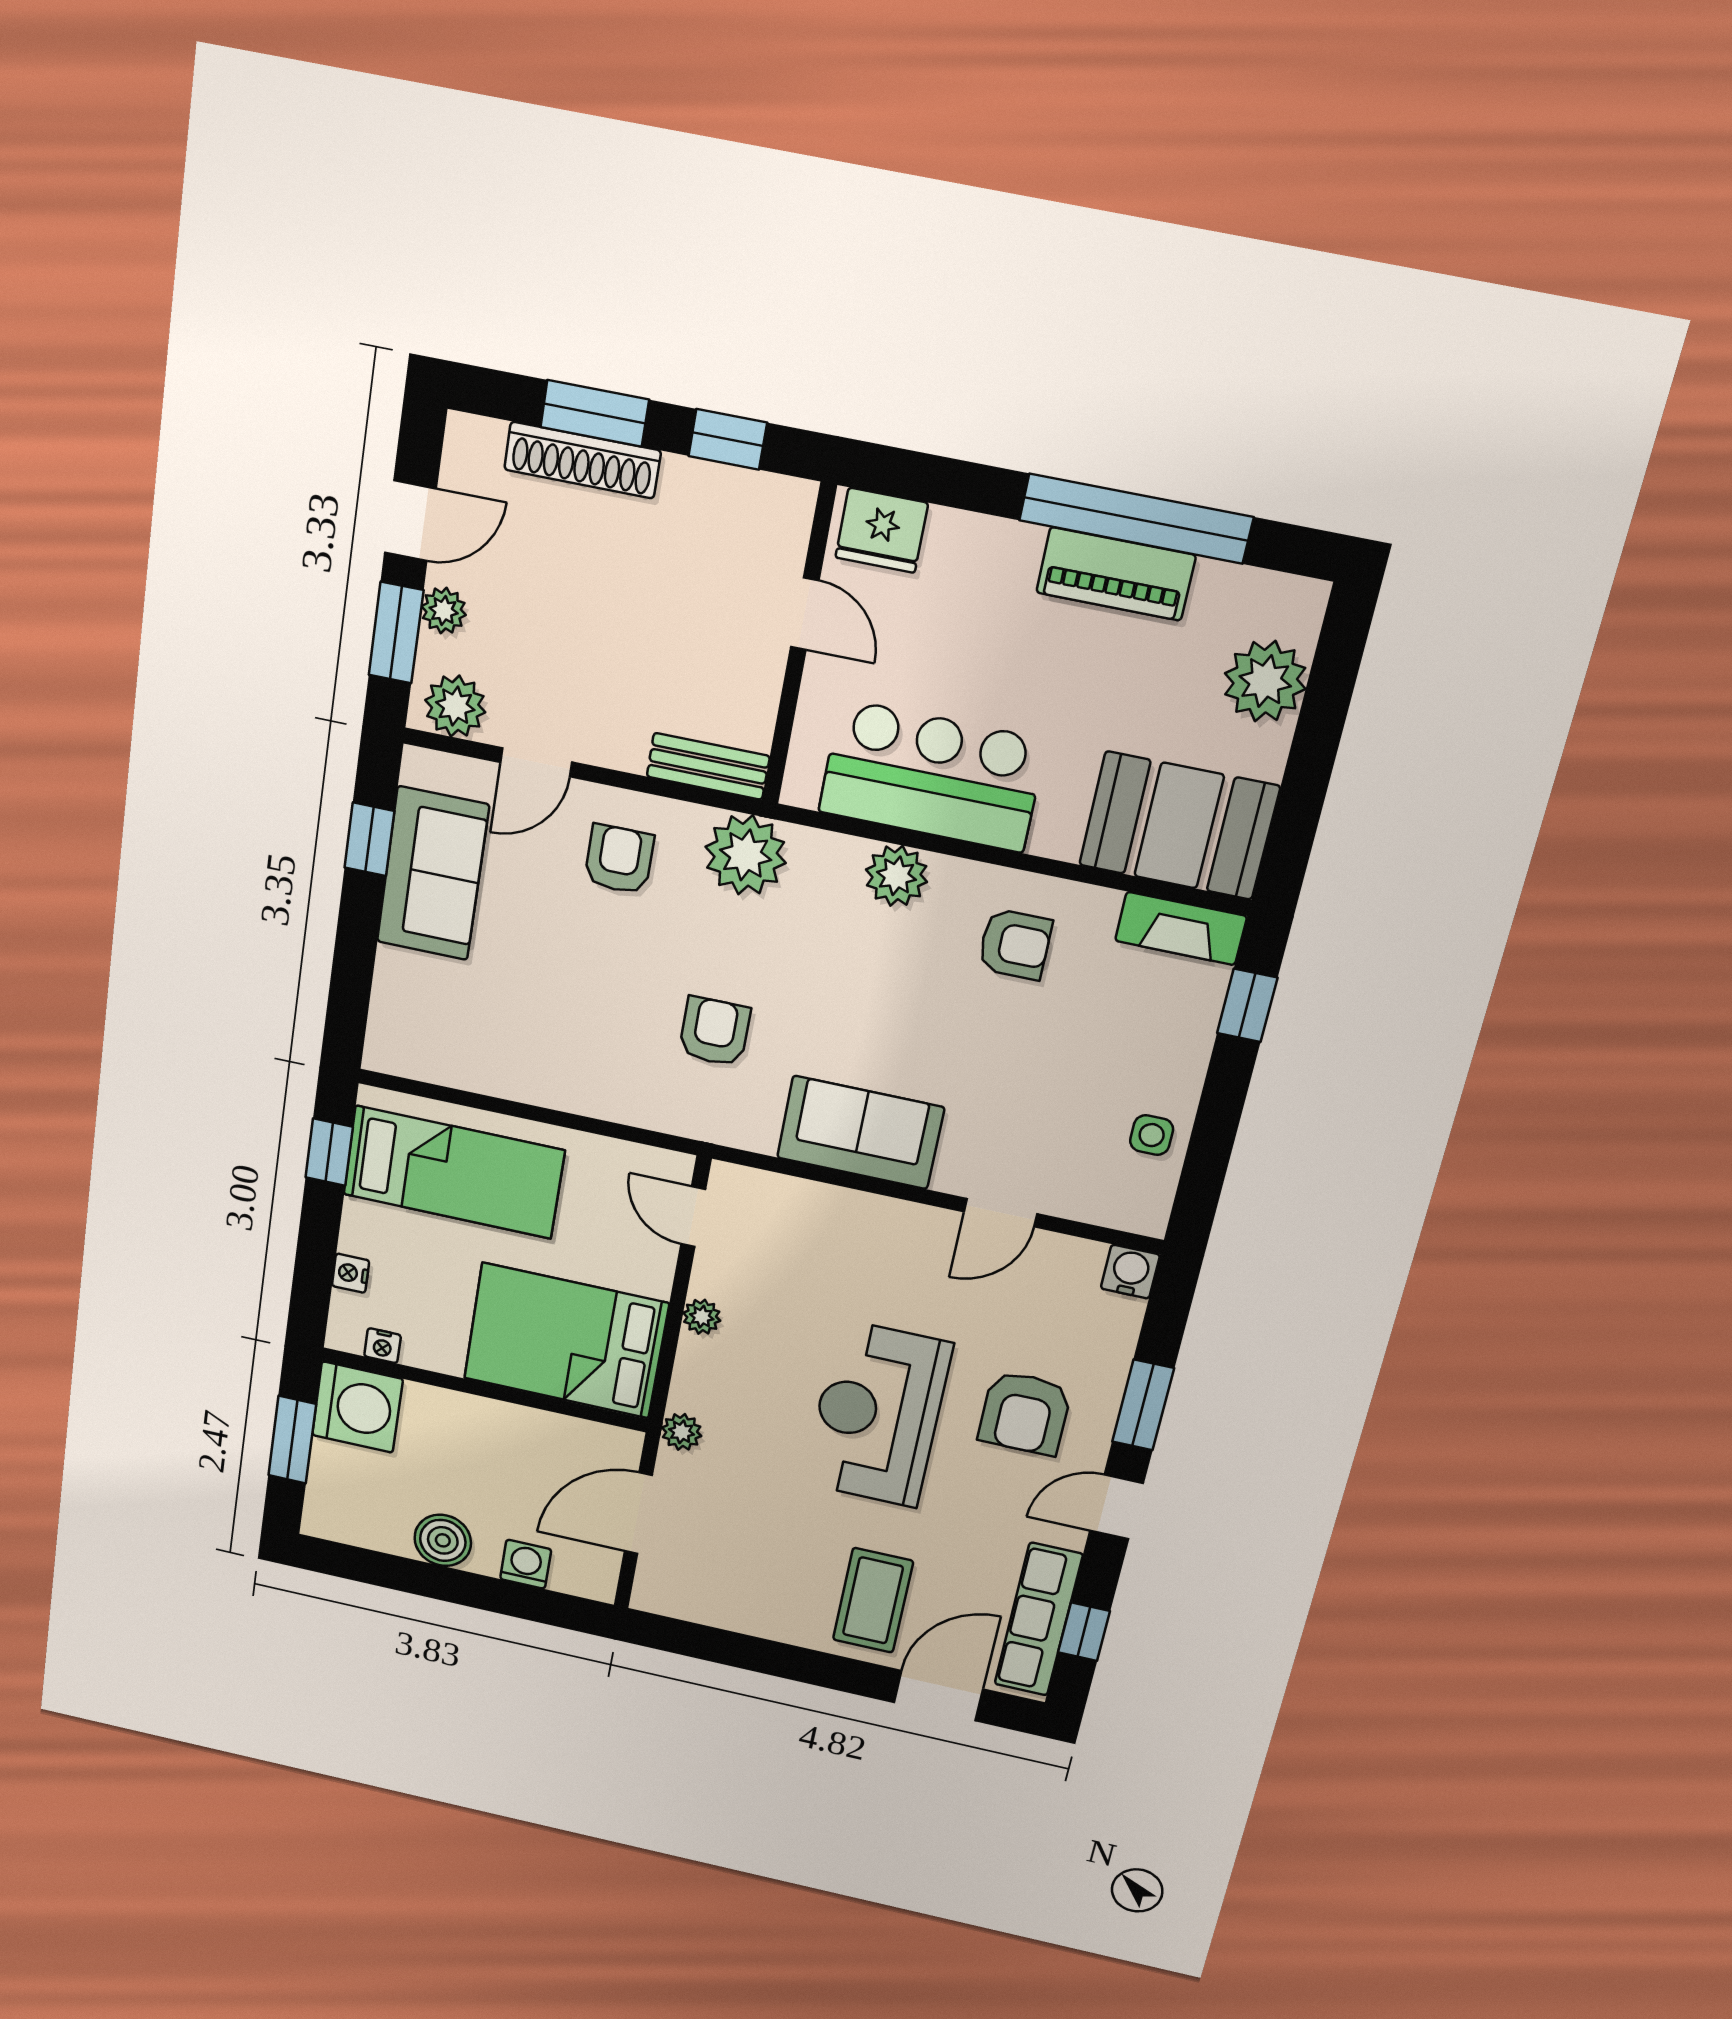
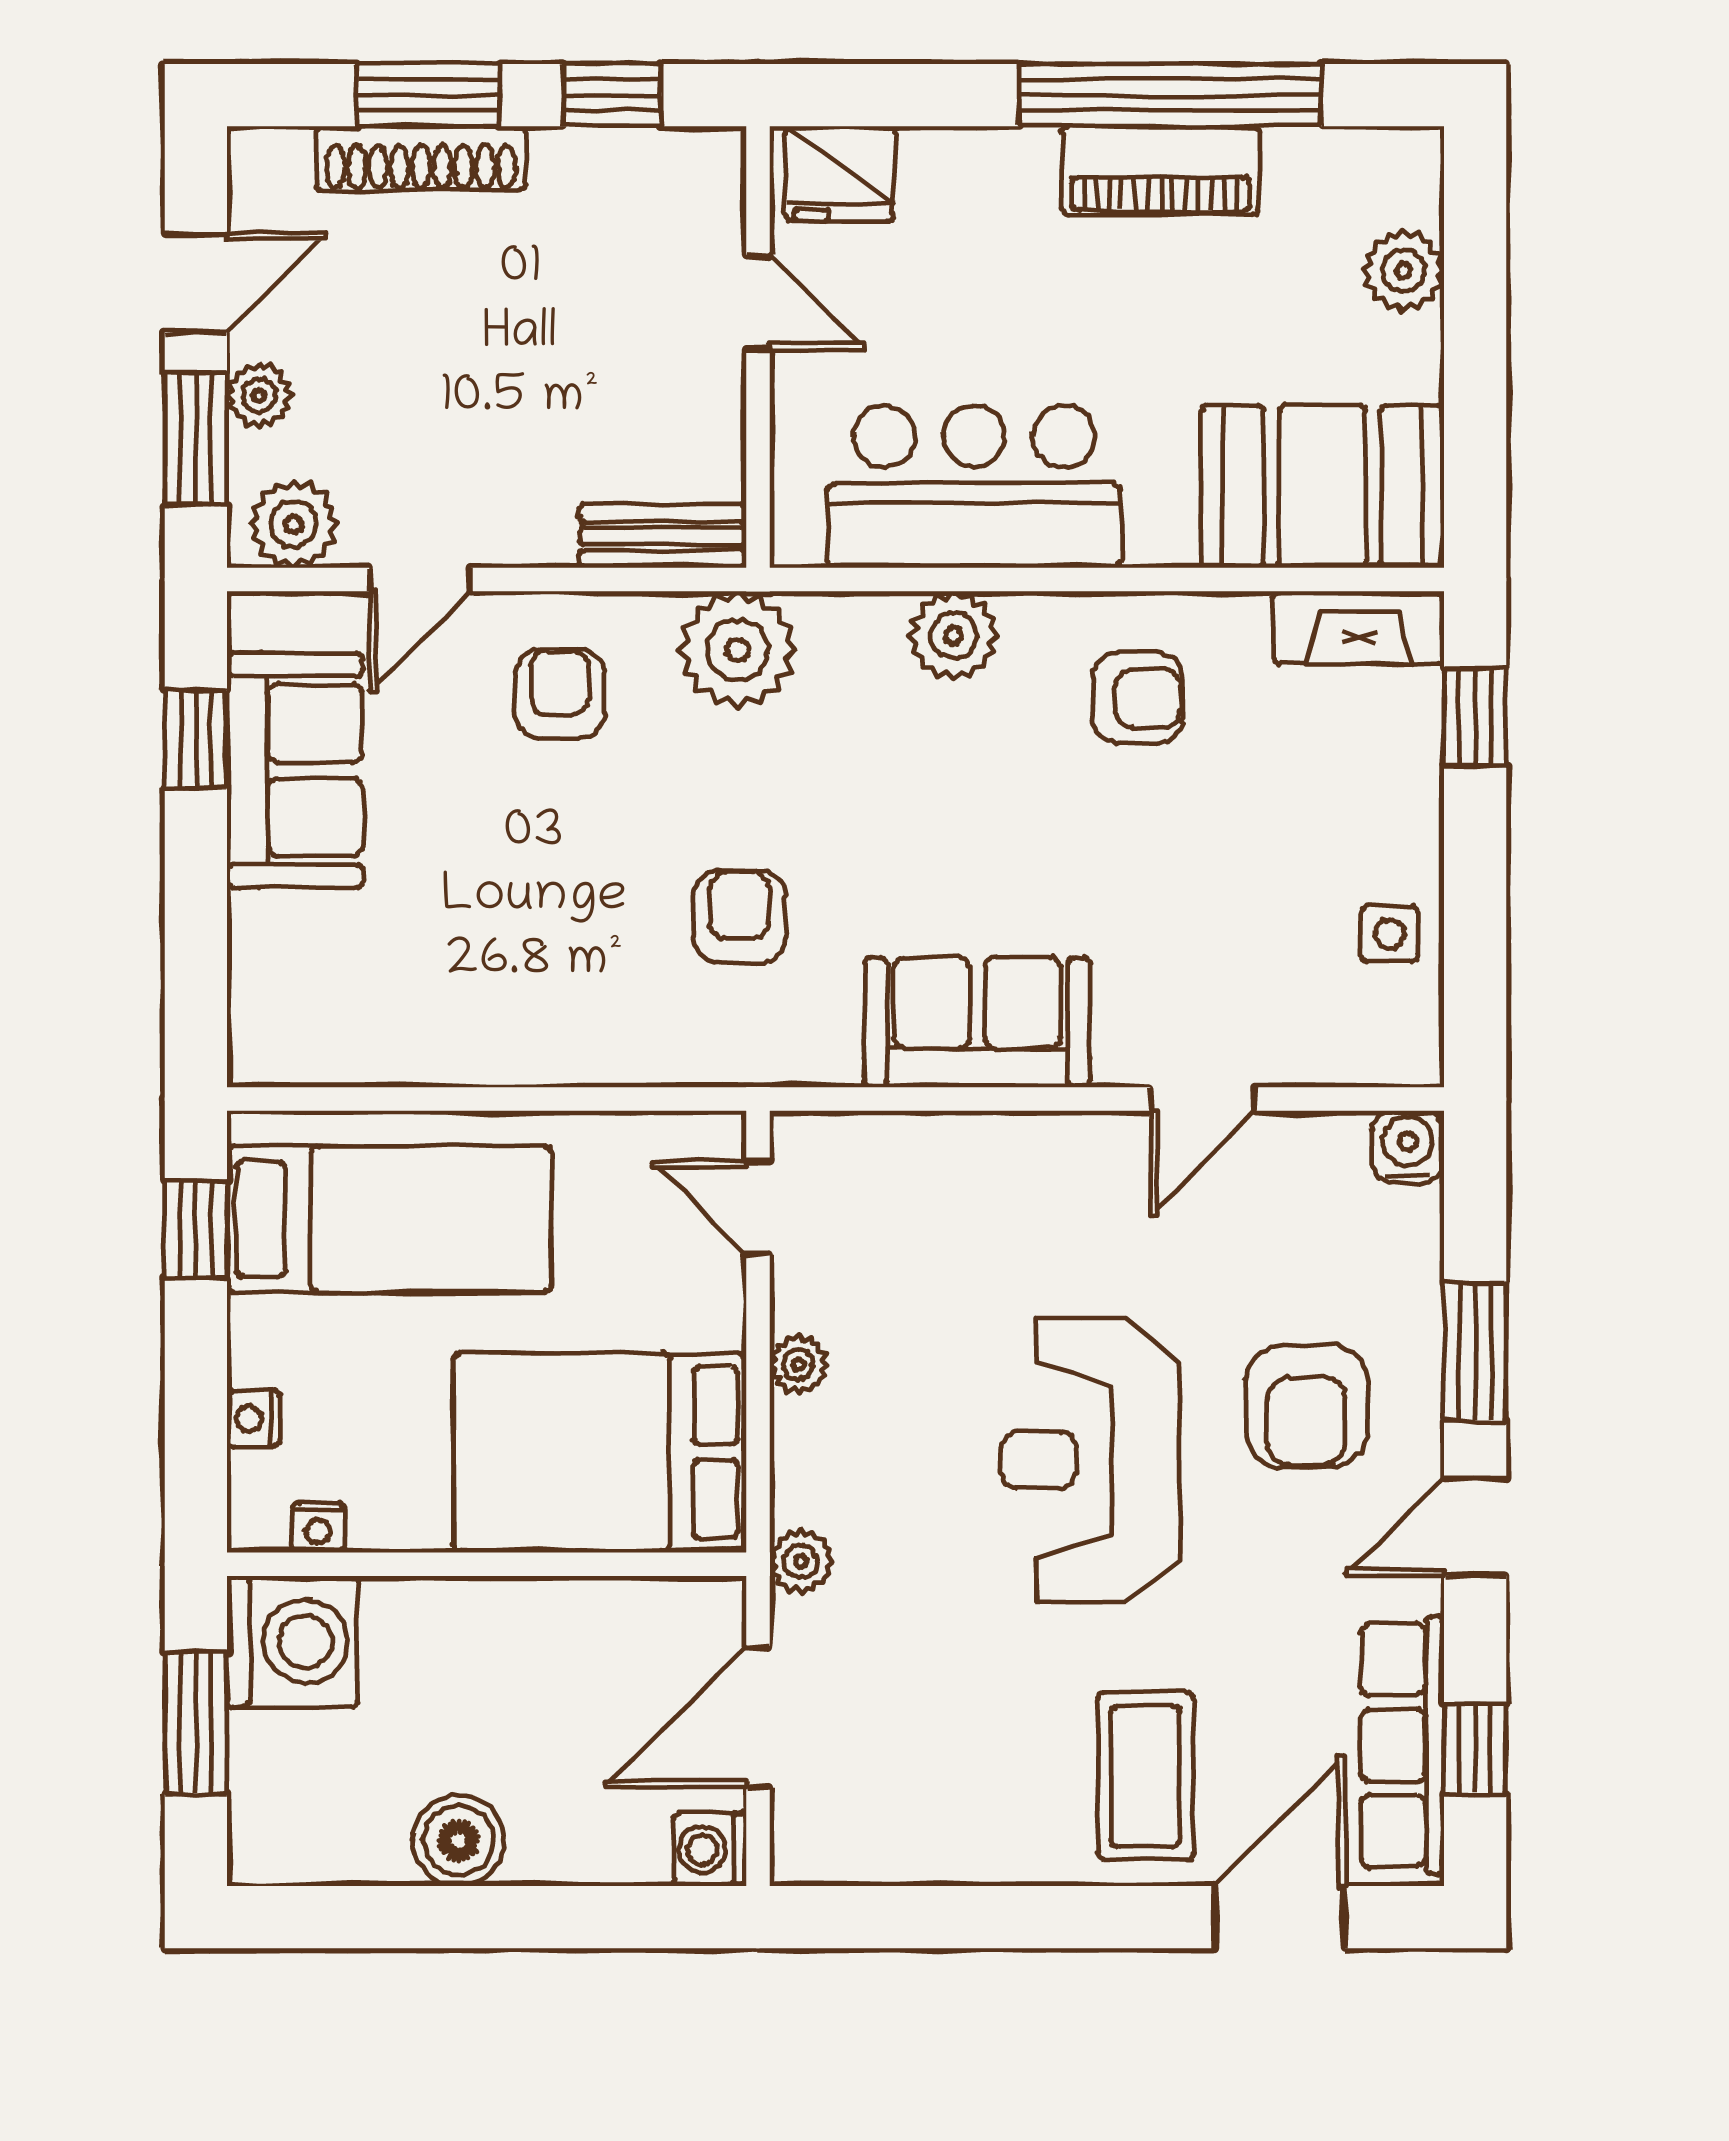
plant: (1265, 681) -> (1404, 271), width x0.73, depth x0.73
washing machine: (526, 1564) -> (710, 1849), moved, turned -90

